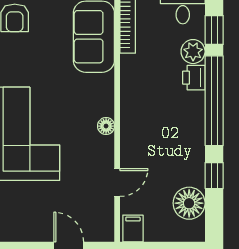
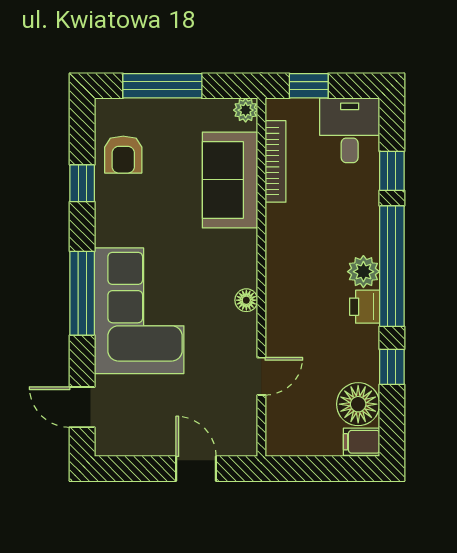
plant: (193, 52) -> (363, 272), moved
printer: (194, 78) -> (365, 307), moved
filing cabinet: (133, 228) -> (361, 442), moved, turned -90

